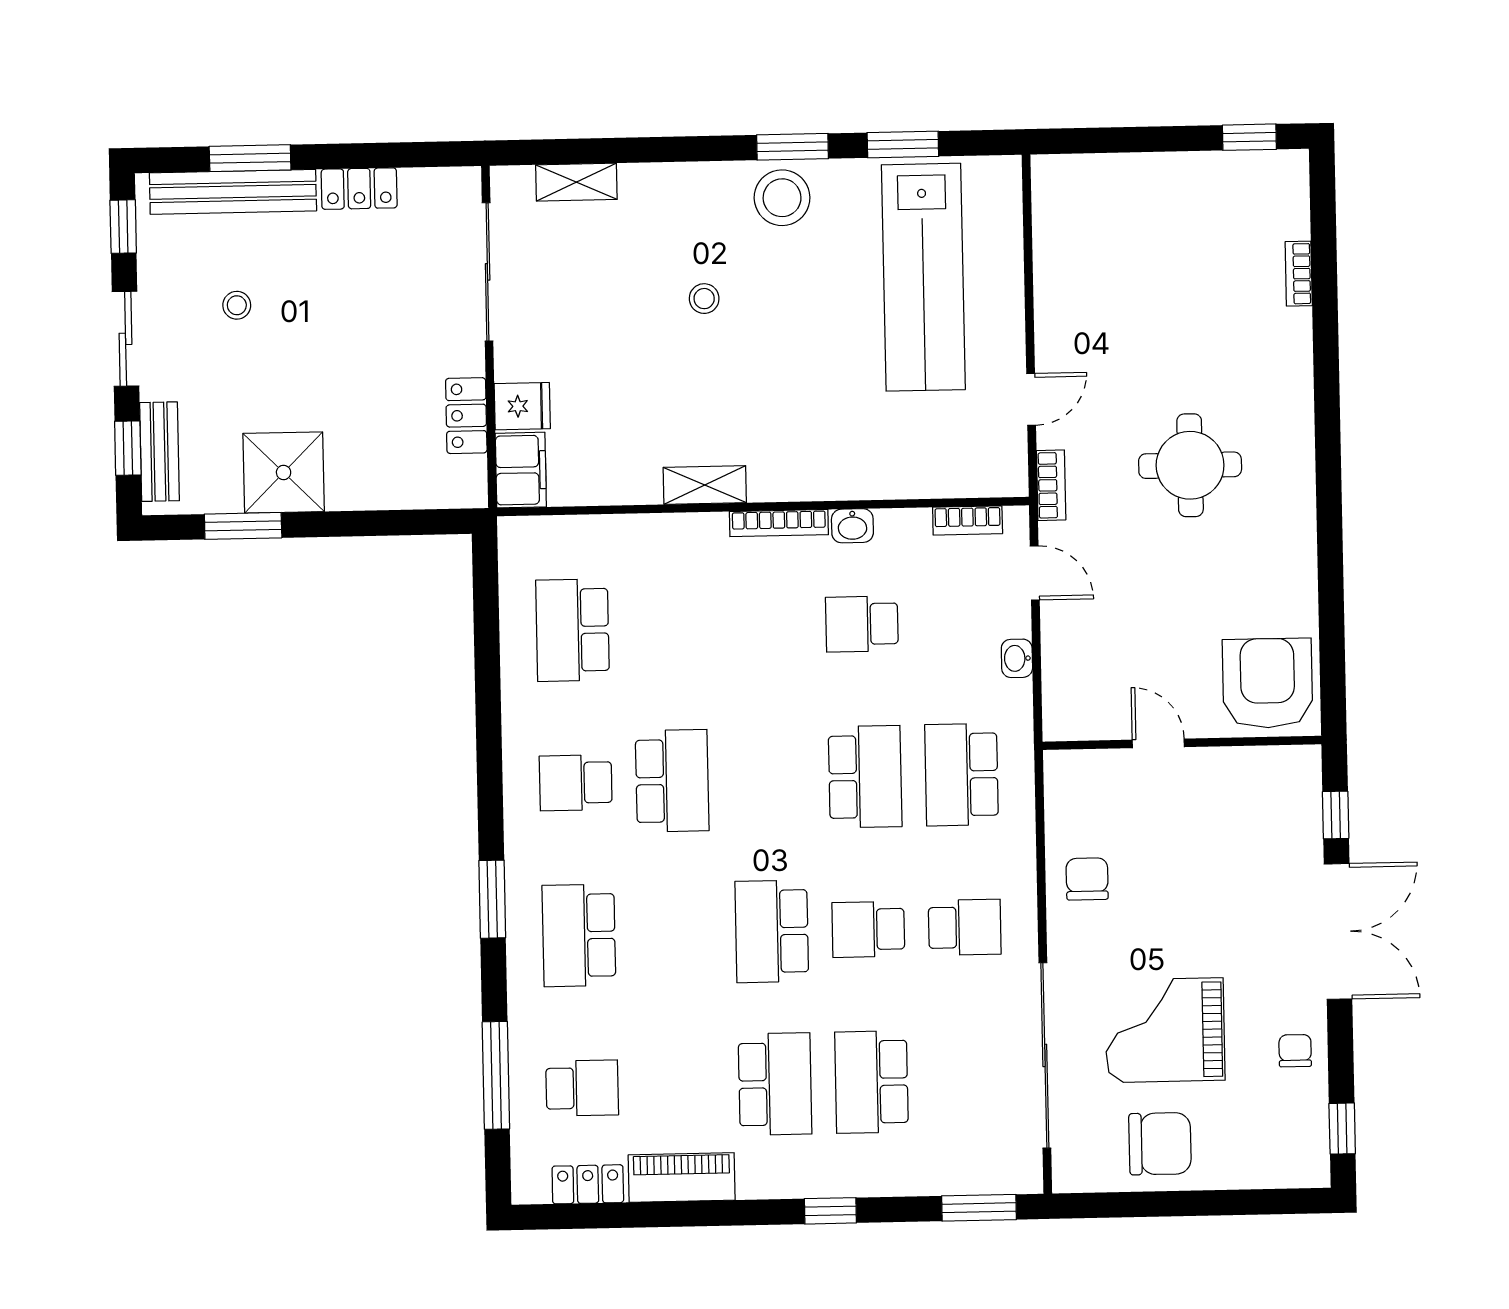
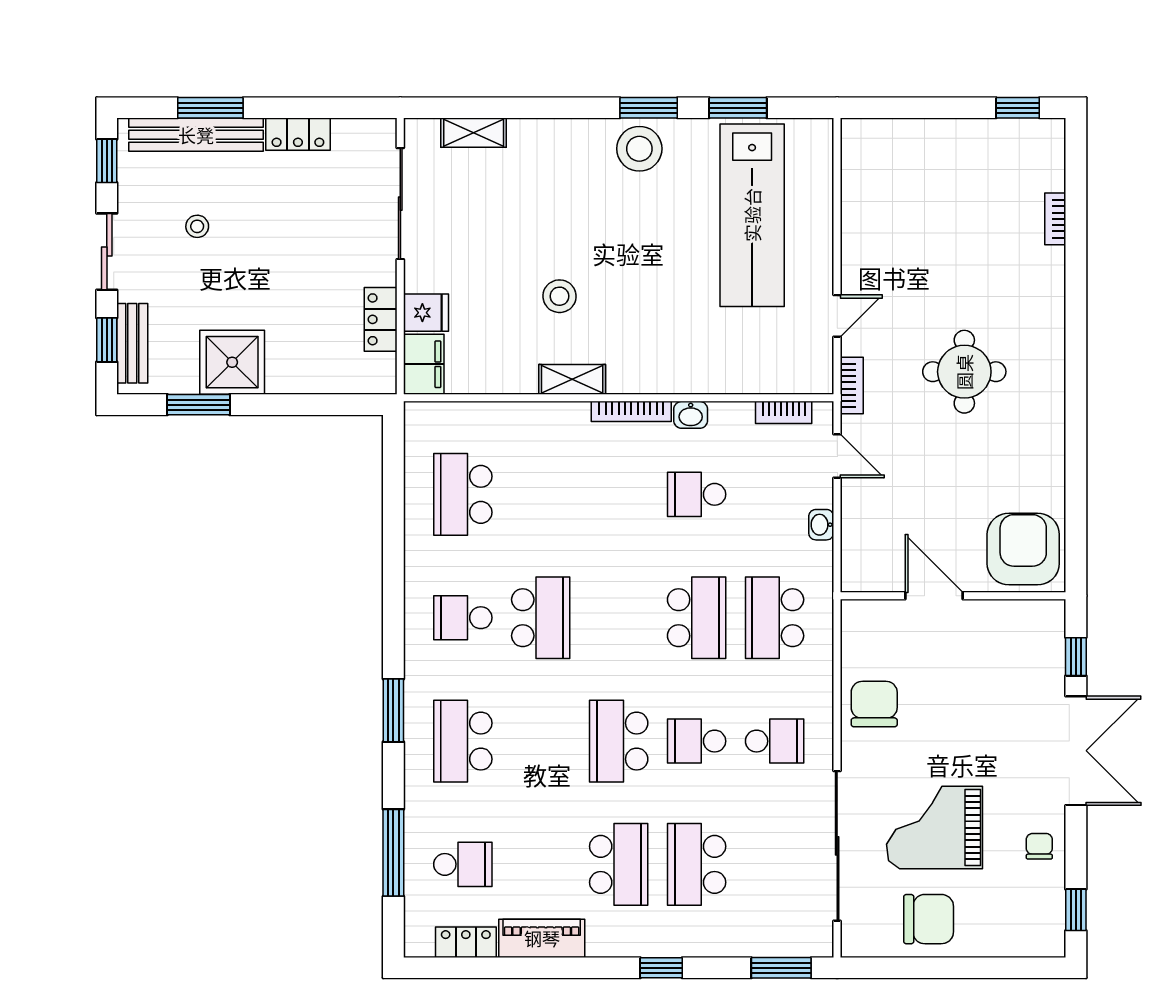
stool: (704, 299) -> (560, 296), moved, width x1.37, depth x1.37
door: (1158, 743) -> (934, 596), width x1.38
chair: (1087, 879) -> (874, 704), width x1.37, depth x1.37

